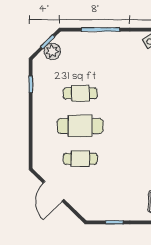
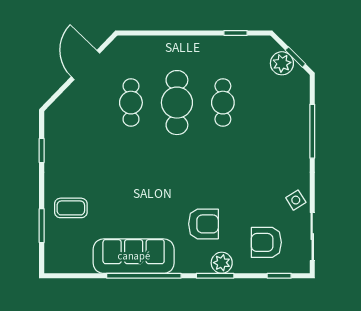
door: (53, 191) -> (85, 65), hinge flipped

